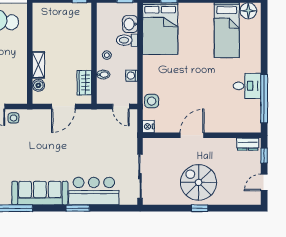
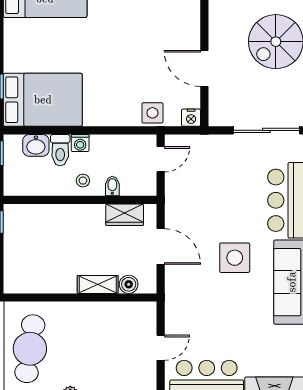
washing machine: (132, 76) -> (80, 143), moved
side table: (13, 118) -> (235, 258), moved, width x1.87, depth x1.87
door: (192, 135) -> (204, 68), moved

